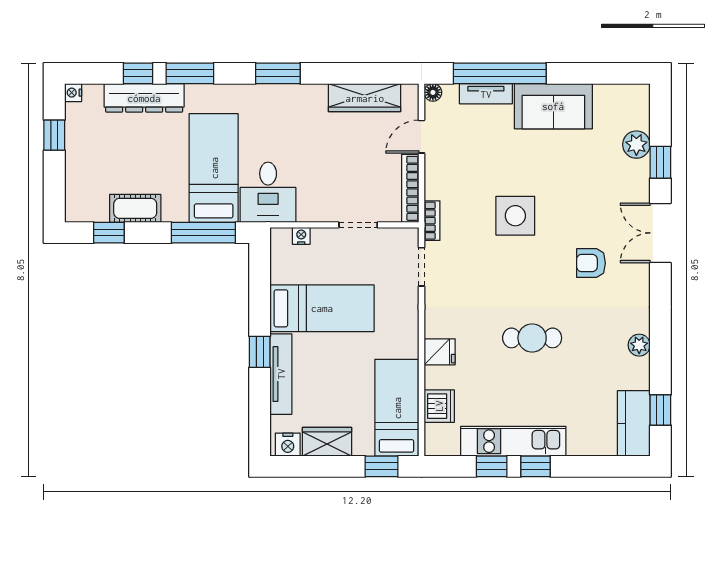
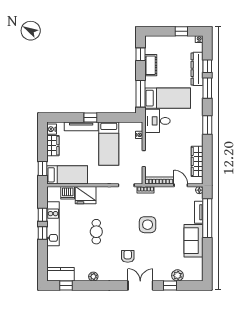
fridge: (440, 352) -> (86, 195), width x1.88, depth x1.34

